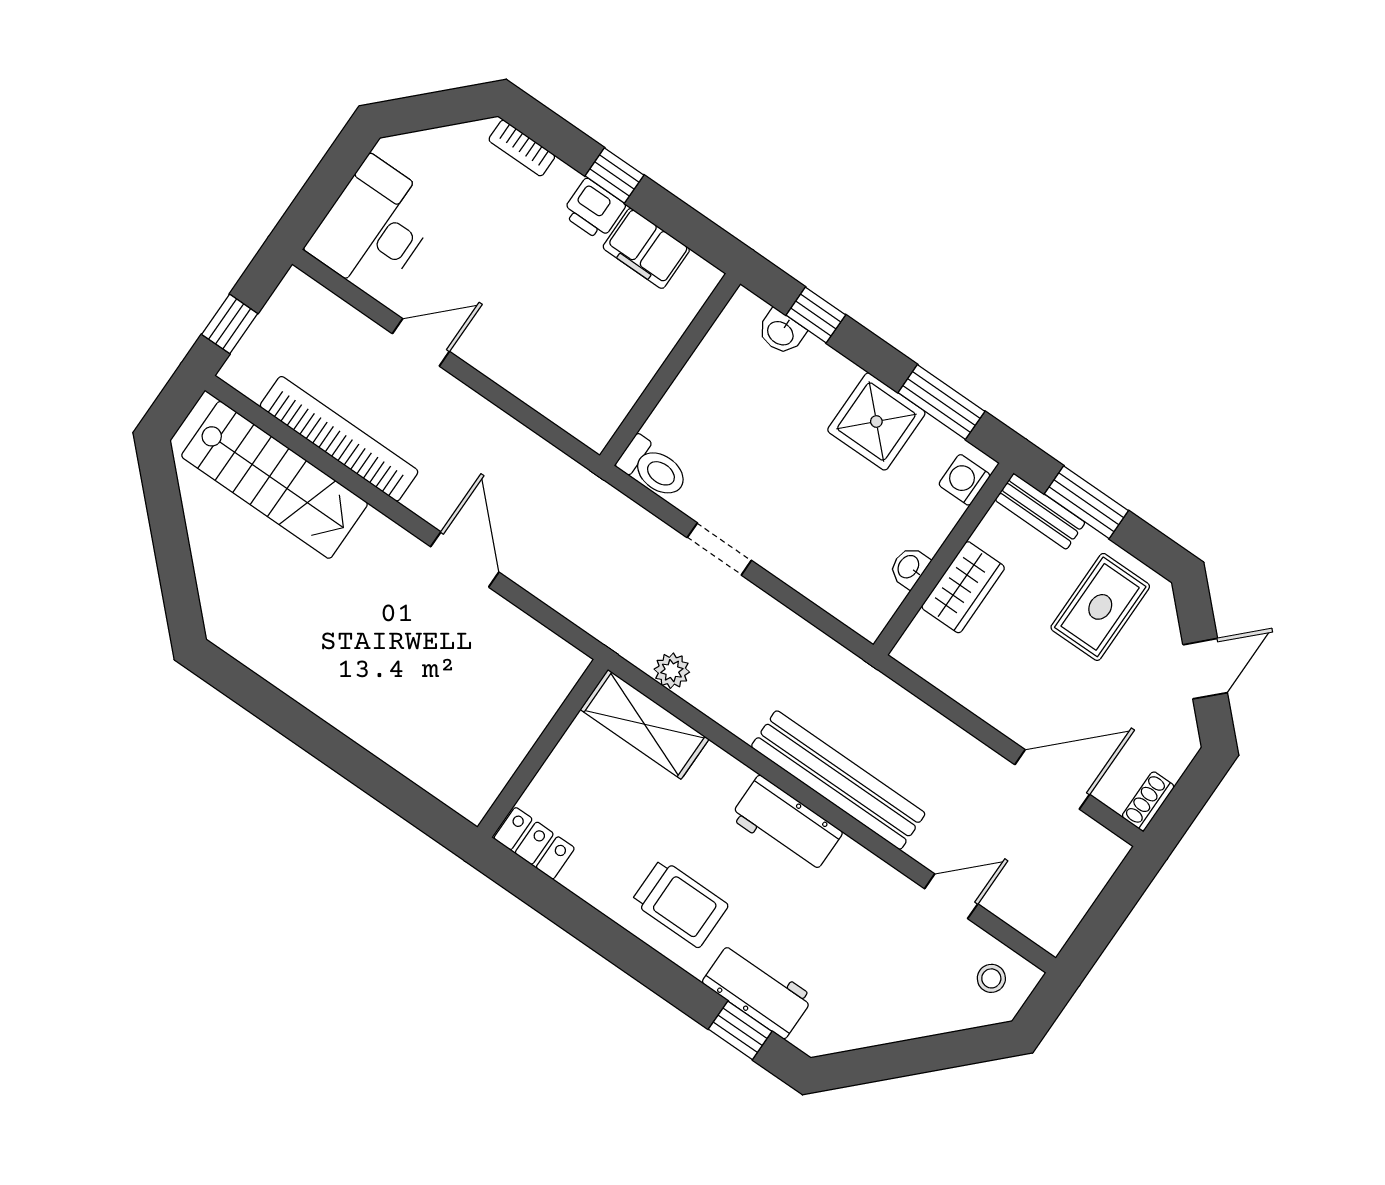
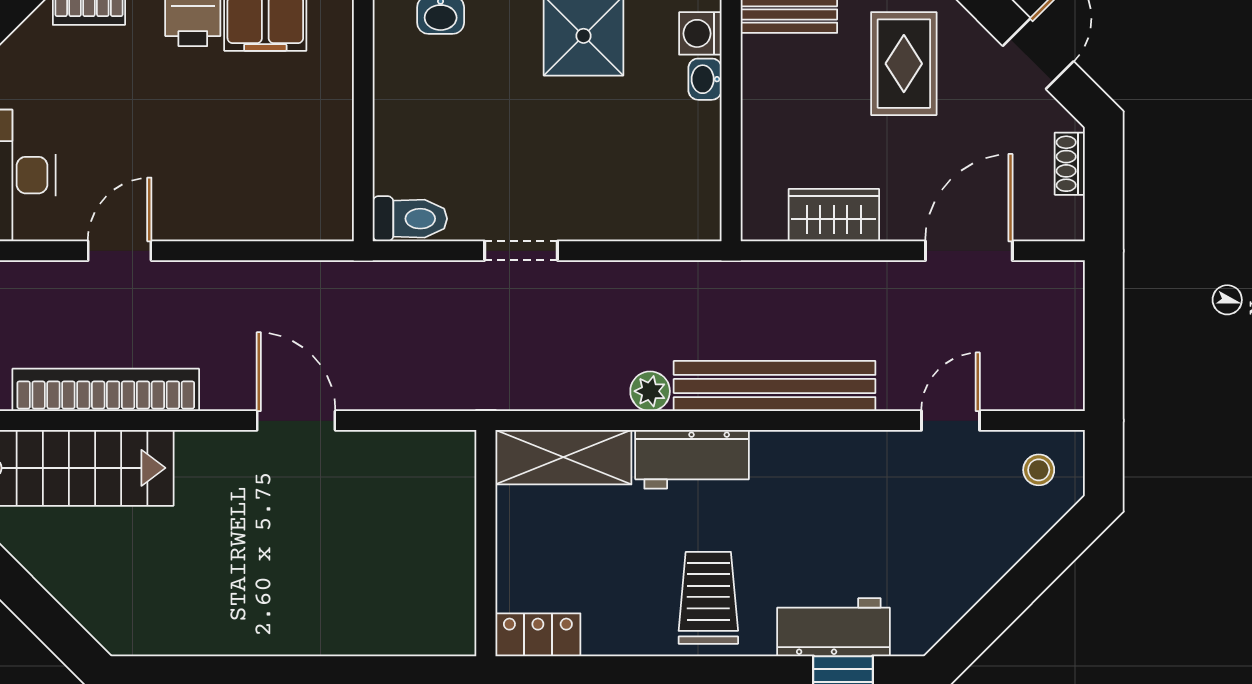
washbasin: (909, 567) -> (705, 79), moved
wardrobe: (963, 587) -> (834, 215), moved, turned -90
plant: (672, 671) -> (650, 391), moved
shoe rack: (1148, 801) -> (1070, 164), moved
workbench: (786, 825) -> (692, 459), moved
trolley: (680, 903) -> (708, 598), turned -90

